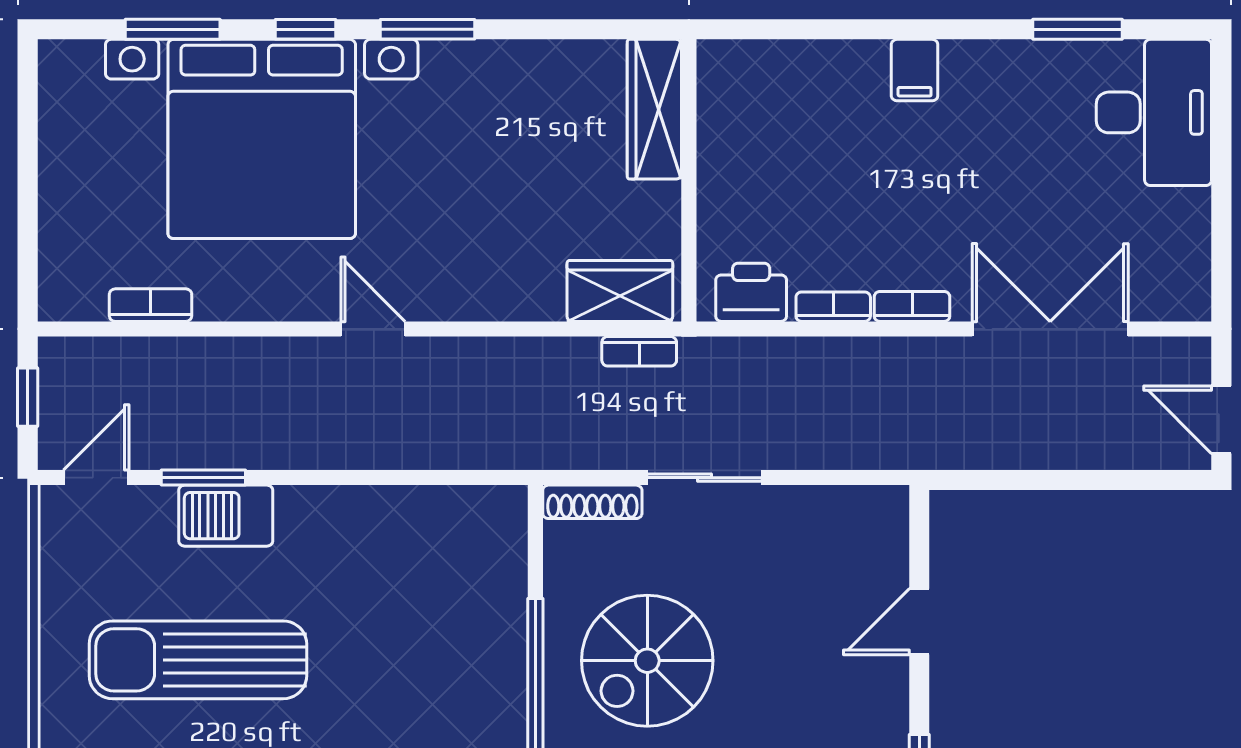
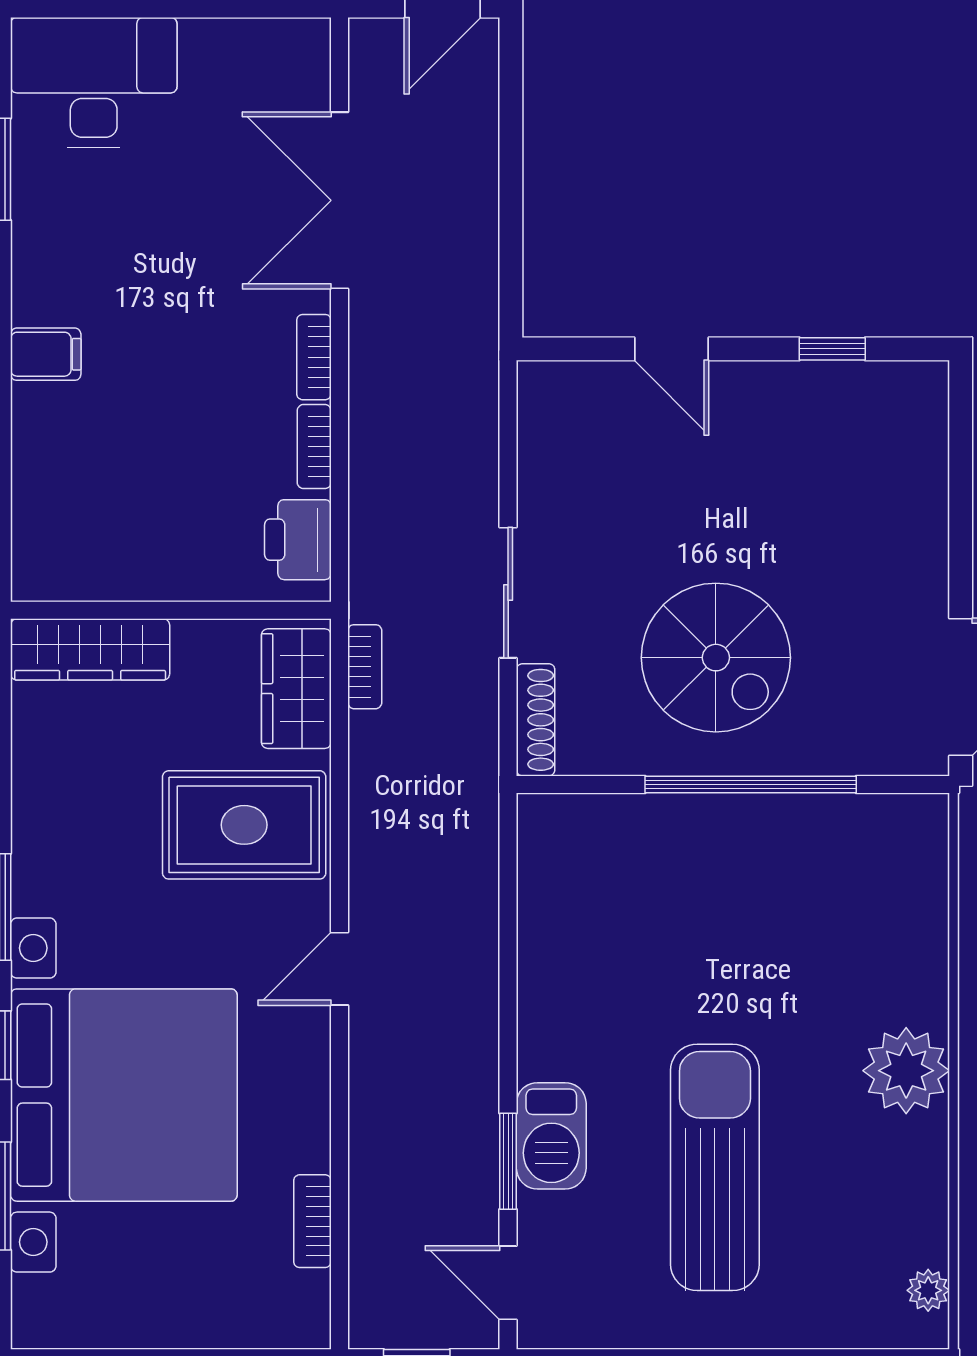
rug: (500, 245) -> (244, 825), added
sun lounger: (198, 660) -> (715, 1167), turned 180

